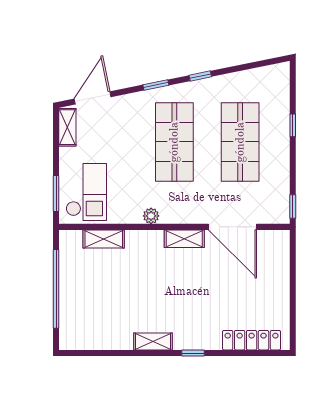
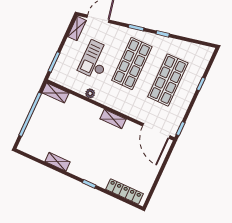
checkout: (86, 192) -> (95, 60), moved, turned 180
plant: (151, 216) -> (90, 93), moved
door: (233, 227) -> (156, 131), moved
shelving: (104, 239) -> (55, 93), moved
shelving: (153, 341) -> (58, 162), moved

